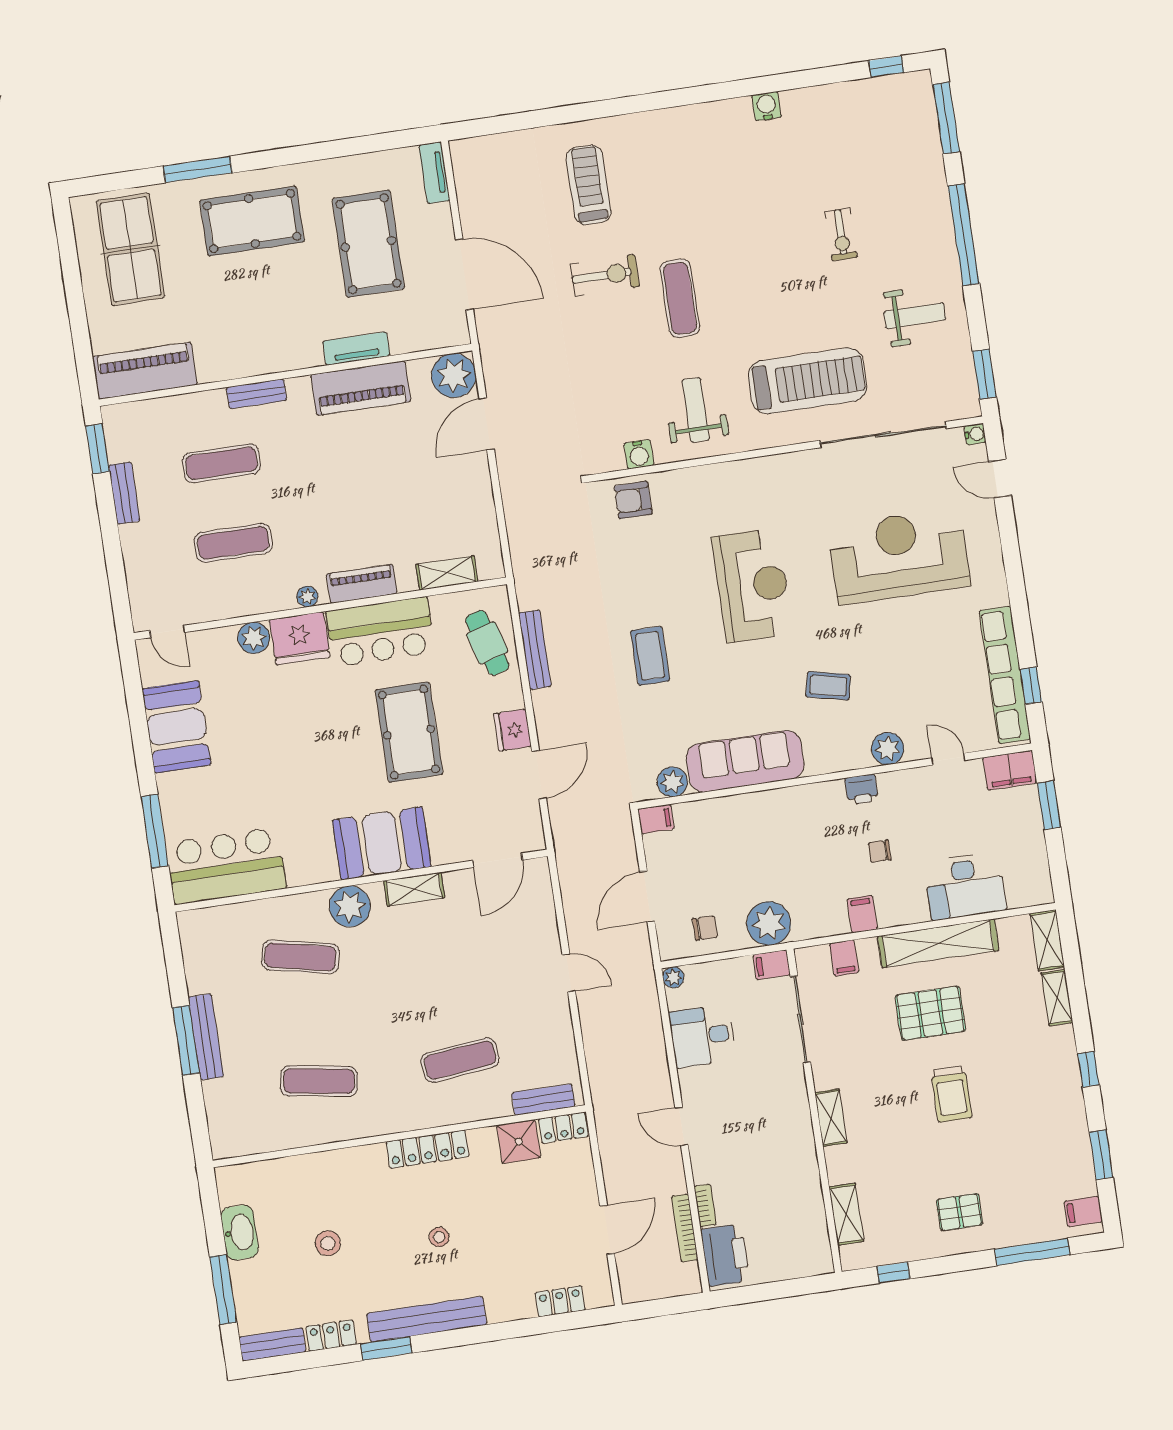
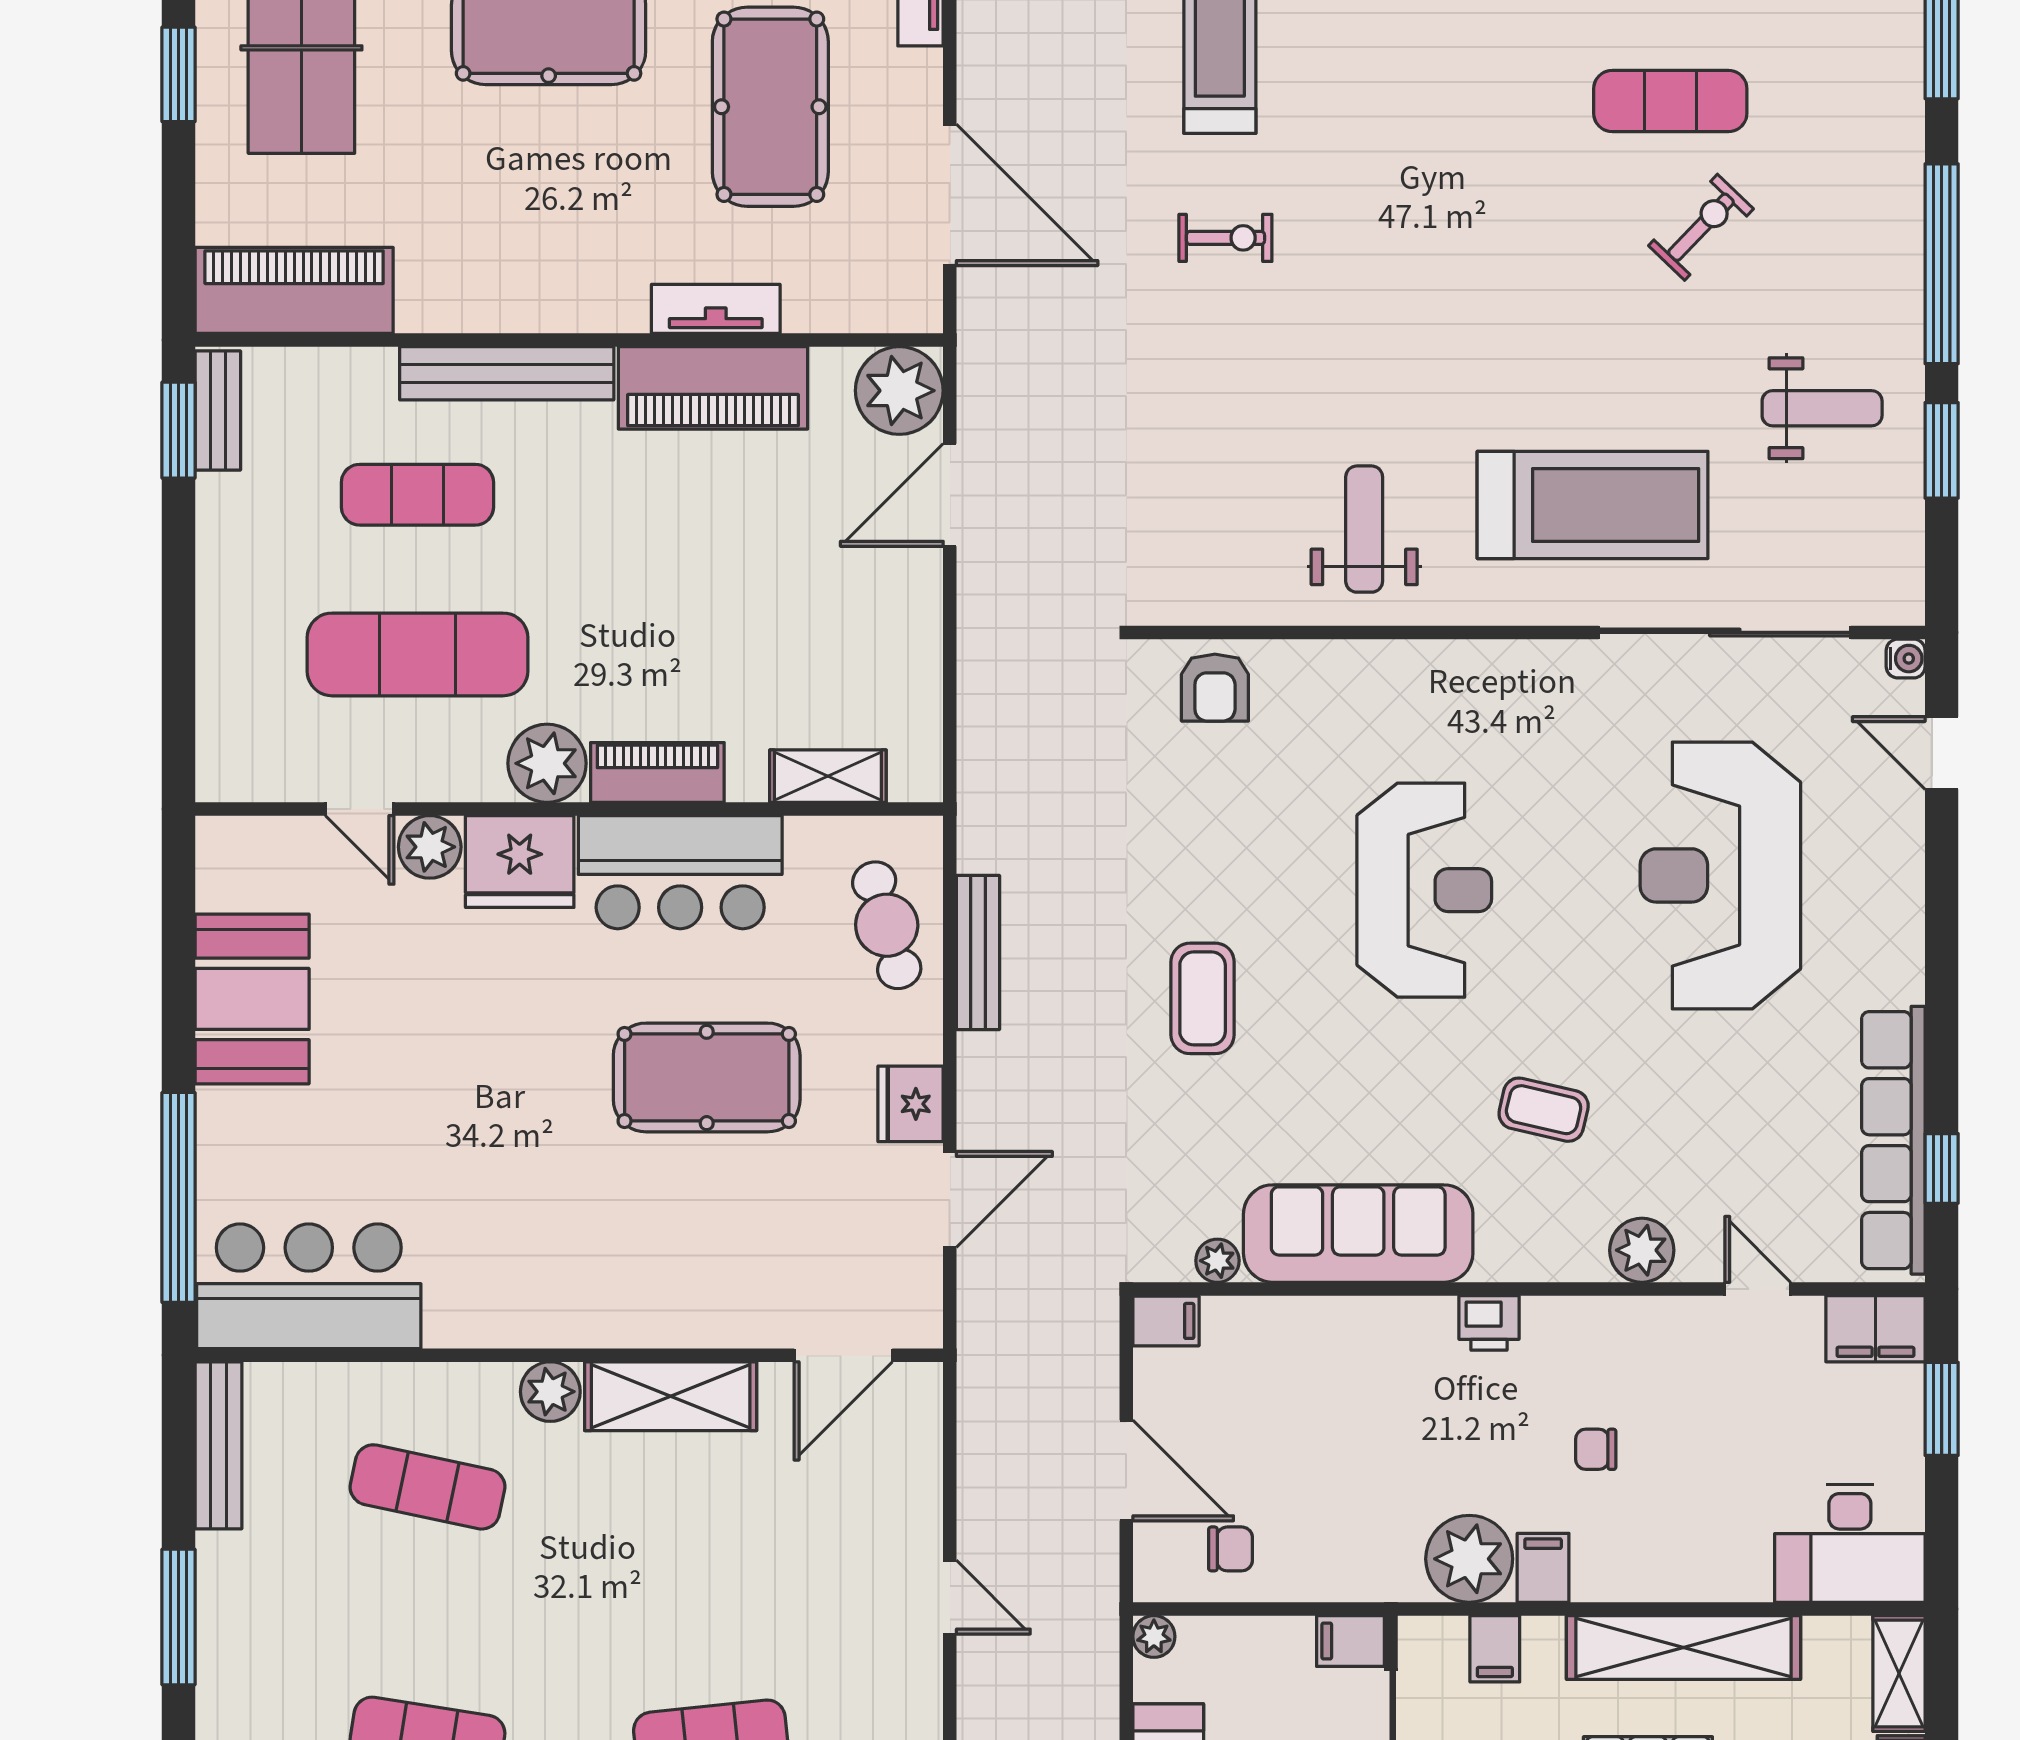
exercise bike: (841, 234) -> (1701, 227), turned -136
window: (71, 272) -> (179, 74), added
exercise bike: (605, 275) -> (1225, 238), width x0.73, depth x0.72
exercise mat: (680, 298) -> (1670, 101), moved, turned 90
window: (984, 374) -> (1942, 450), moved
bench: (257, 394) -> (507, 373), width x1.86, depth x1.21
water cooler: (639, 454) -> (1240, 599), removed
bench: (124, 493) -> (218, 411), moved
armchair: (633, 500) -> (1215, 688), turned -90
exercise mat: (233, 543) -> (417, 654), width x1.36, depth x1.45
reception desk: (899, 556) -> (1720, 875), turned -90
plant: (307, 597) -> (547, 763), width x1.88, depth x1.88
door: (167, 631) -> (360, 809), moved
pool table: (409, 732) -> (707, 1077), turned 90
plant: (672, 782) -> (1217, 1261), width x0.73, depth x0.73
printer: (862, 789) -> (1489, 1323), moved
window: (155, 831) -> (179, 1197), width x1.46
booth: (382, 843) -> (621, 1288), removed
desk: (965, 886) -> (1850, 1543), moved
shelving: (414, 889) -> (671, 1396), width x1.50, depth x1.33
door: (647, 897) -> (1126, 1470), swing flipped
plant: (350, 906) -> (550, 1392), width x0.73, depth x0.73
plant: (769, 923) -> (1469, 1559), moved
bench: (206, 1037) -> (218, 1445), moved

